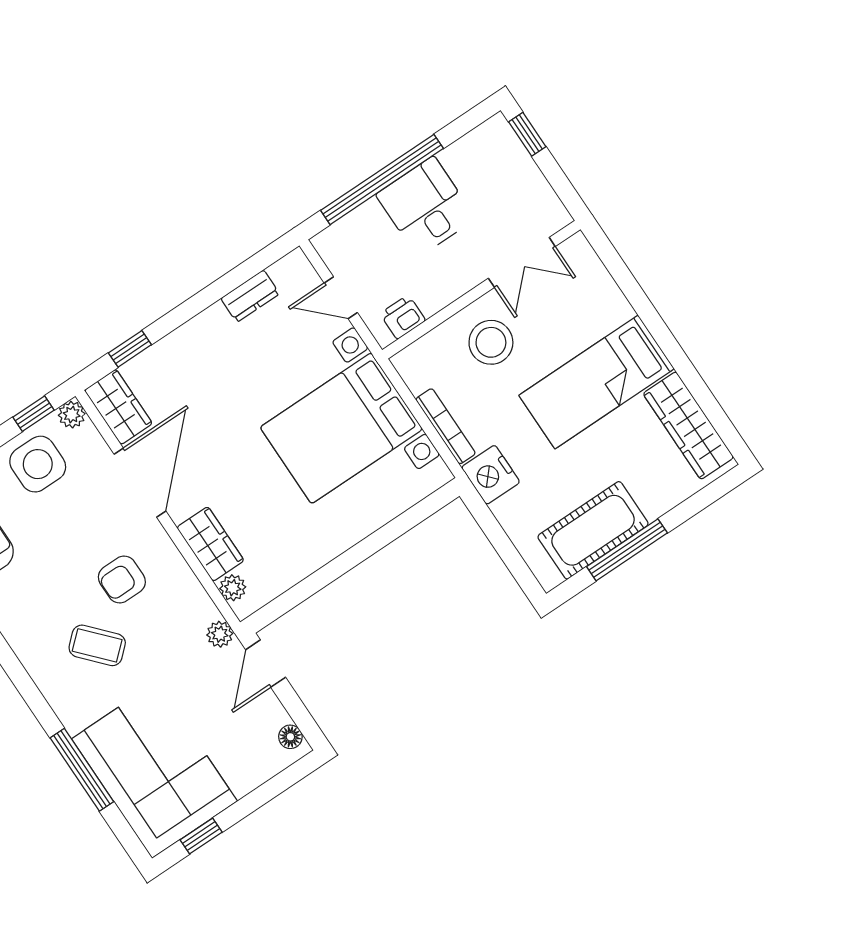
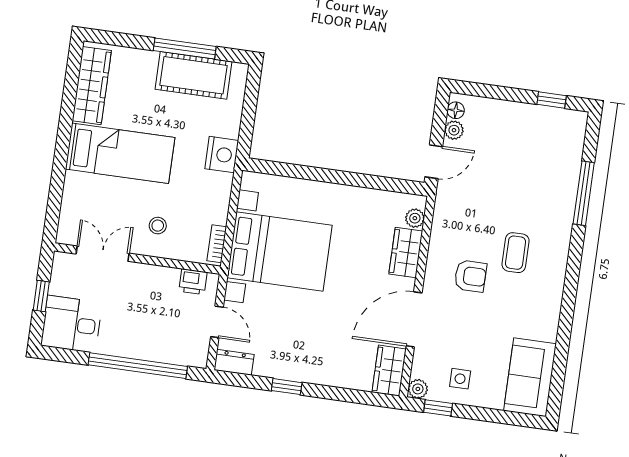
window: (527, 134) -> (41, 296), moved
desk: (426, 207) -> (71, 324), moved, turned 90
dresser: (250, 296) -> (234, 362), moved
stool: (491, 342) -> (158, 226), width x0.53, depth x0.53
window: (130, 349) -> (287, 387), moved
bookcase: (446, 426) -> (217, 244), moved, width x0.64
side table: (38, 464) -> (460, 379), width x0.54, depth x0.54
plant: (220, 634) -> (454, 130), moved
coffee table: (97, 645) -> (516, 253), turned 42
corner sofa: (154, 770) -> (545, 158), removed

